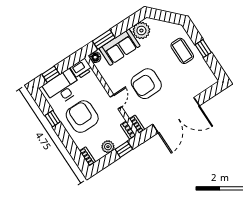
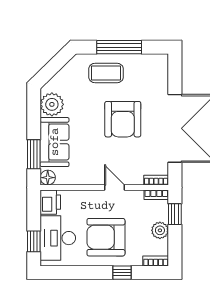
window: (203, 49) -> (119, 47), width x2.17
armchair: (146, 84) -> (123, 119), moved
window: (53, 119) -> (122, 273), moved

